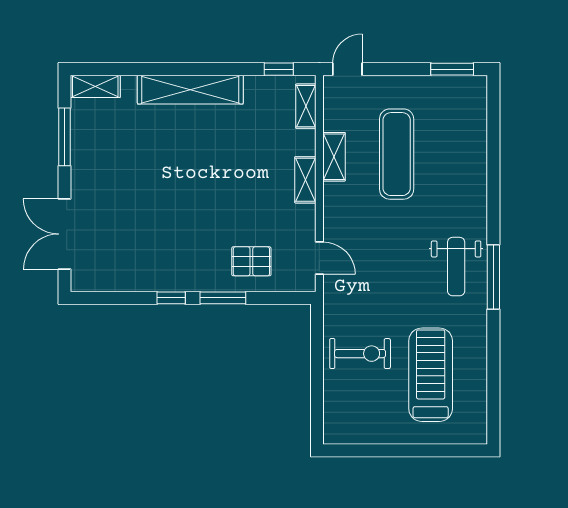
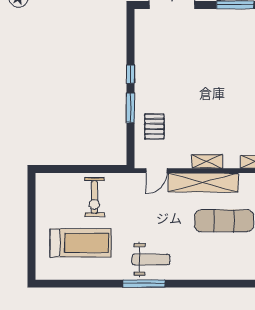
shelving: (334, 157) -> (203, 182), width x2.20, depth x1.33
weight bench: (456, 267) -> (151, 259), turned 180

